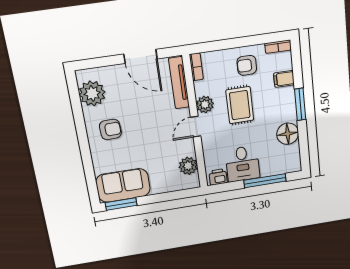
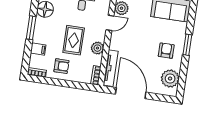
door: (141, 56) -> (131, 93), width x1.36
door: (196, 127) -> (110, 23), moved
armchair: (110, 129) -> (166, 51), turned 92
window: (84, 146) -> (187, 45), added

